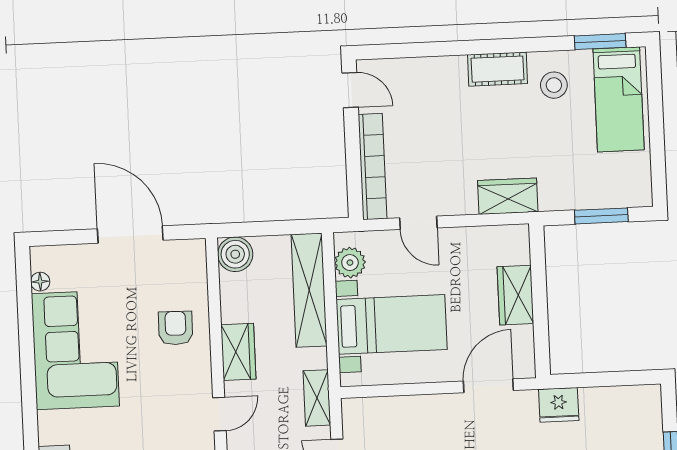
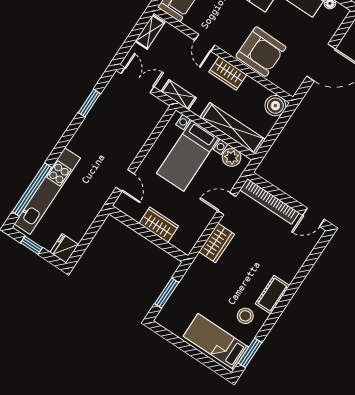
wardrobe: (508, 196) -> (217, 243), moved
armchair: (176, 328) -> (261, 52), width x1.88, depth x1.88
door: (488, 386) -> (125, 180), width x0.73
fridge: (559, 405) -> (64, 248), moved

